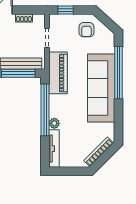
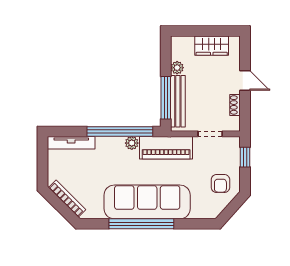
armchair: (86, 30) -> (220, 183), turned -90
window: (119, 73) -> (141, 224), moved
plant: (54, 123) -> (132, 143), moved

